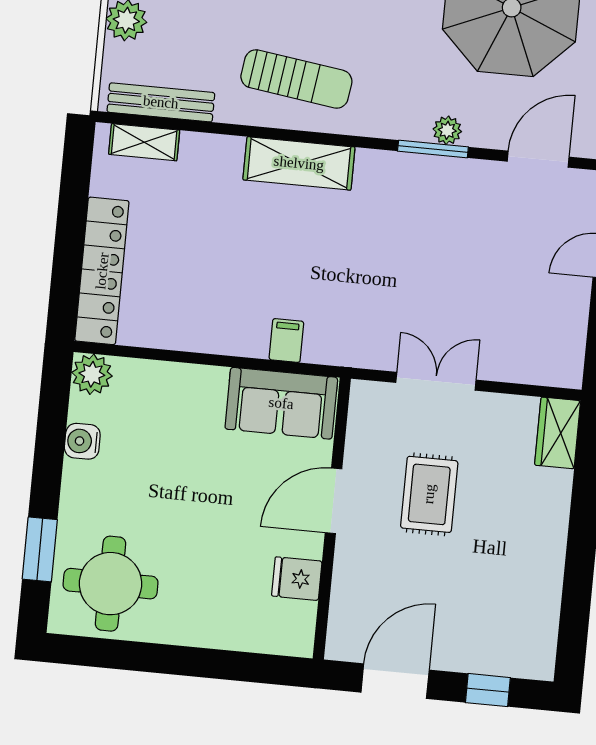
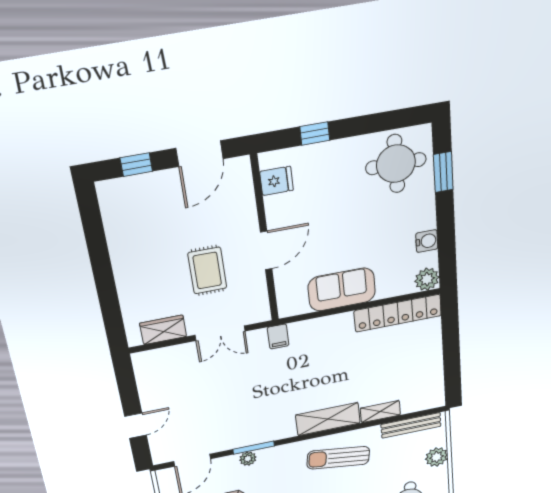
shelving: (144, 142) -> (380, 412), moved
locker: (102, 271) -> (398, 313), moved, turned -90
filing cabinet: (286, 341) -> (278, 336), moved
sofa: (281, 403) -> (342, 289), moved
wardrobe: (558, 433) -> (163, 330), moved, turned -90
fridge: (297, 579) -> (276, 181), moved
window: (223, 665) -> (315, 134), added

